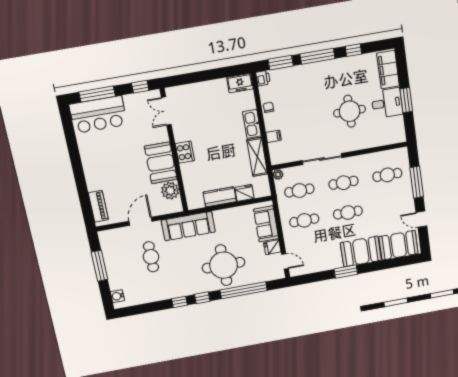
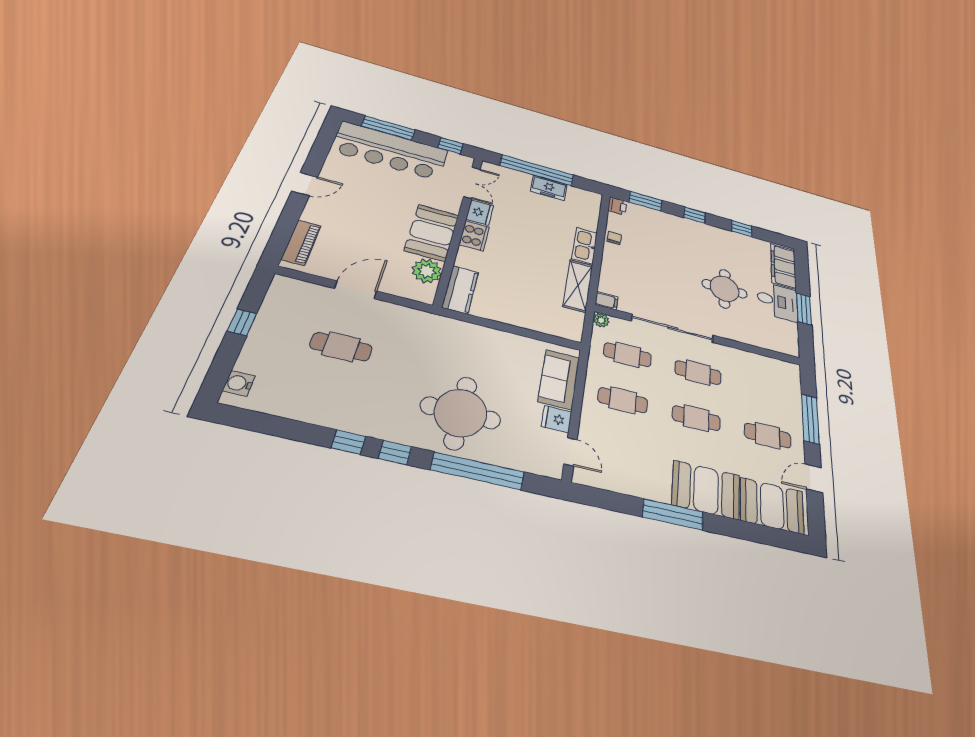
window: (318, 56) -> (695, 215), width x0.46
window: (201, 76) -> (537, 170), added
freezer: (240, 83) -> (549, 188), moved
double door: (166, 111) -> (472, 183), swing flipped
bar counter: (98, 115) -> (390, 151), width x1.36
filing cabinet: (273, 136) -> (607, 301), moved
sliding door: (322, 159) -> (673, 328), width x1.36
door: (77, 166) -> (305, 184), added
cafe table: (387, 175) -> (768, 436), moved
fridge: (244, 193) -> (480, 213), moved, turned 90
kitchen counter: (220, 197) -> (460, 290), moved, turned 90
door: (421, 219) -> (814, 478), hinge flipped
sofa: (188, 226) -> (430, 329), removed
cafe table: (151, 257) -> (341, 347), turned 90
window: (99, 266) -> (242, 322), width x0.46
window: (346, 272) -> (673, 514), width x1.44

